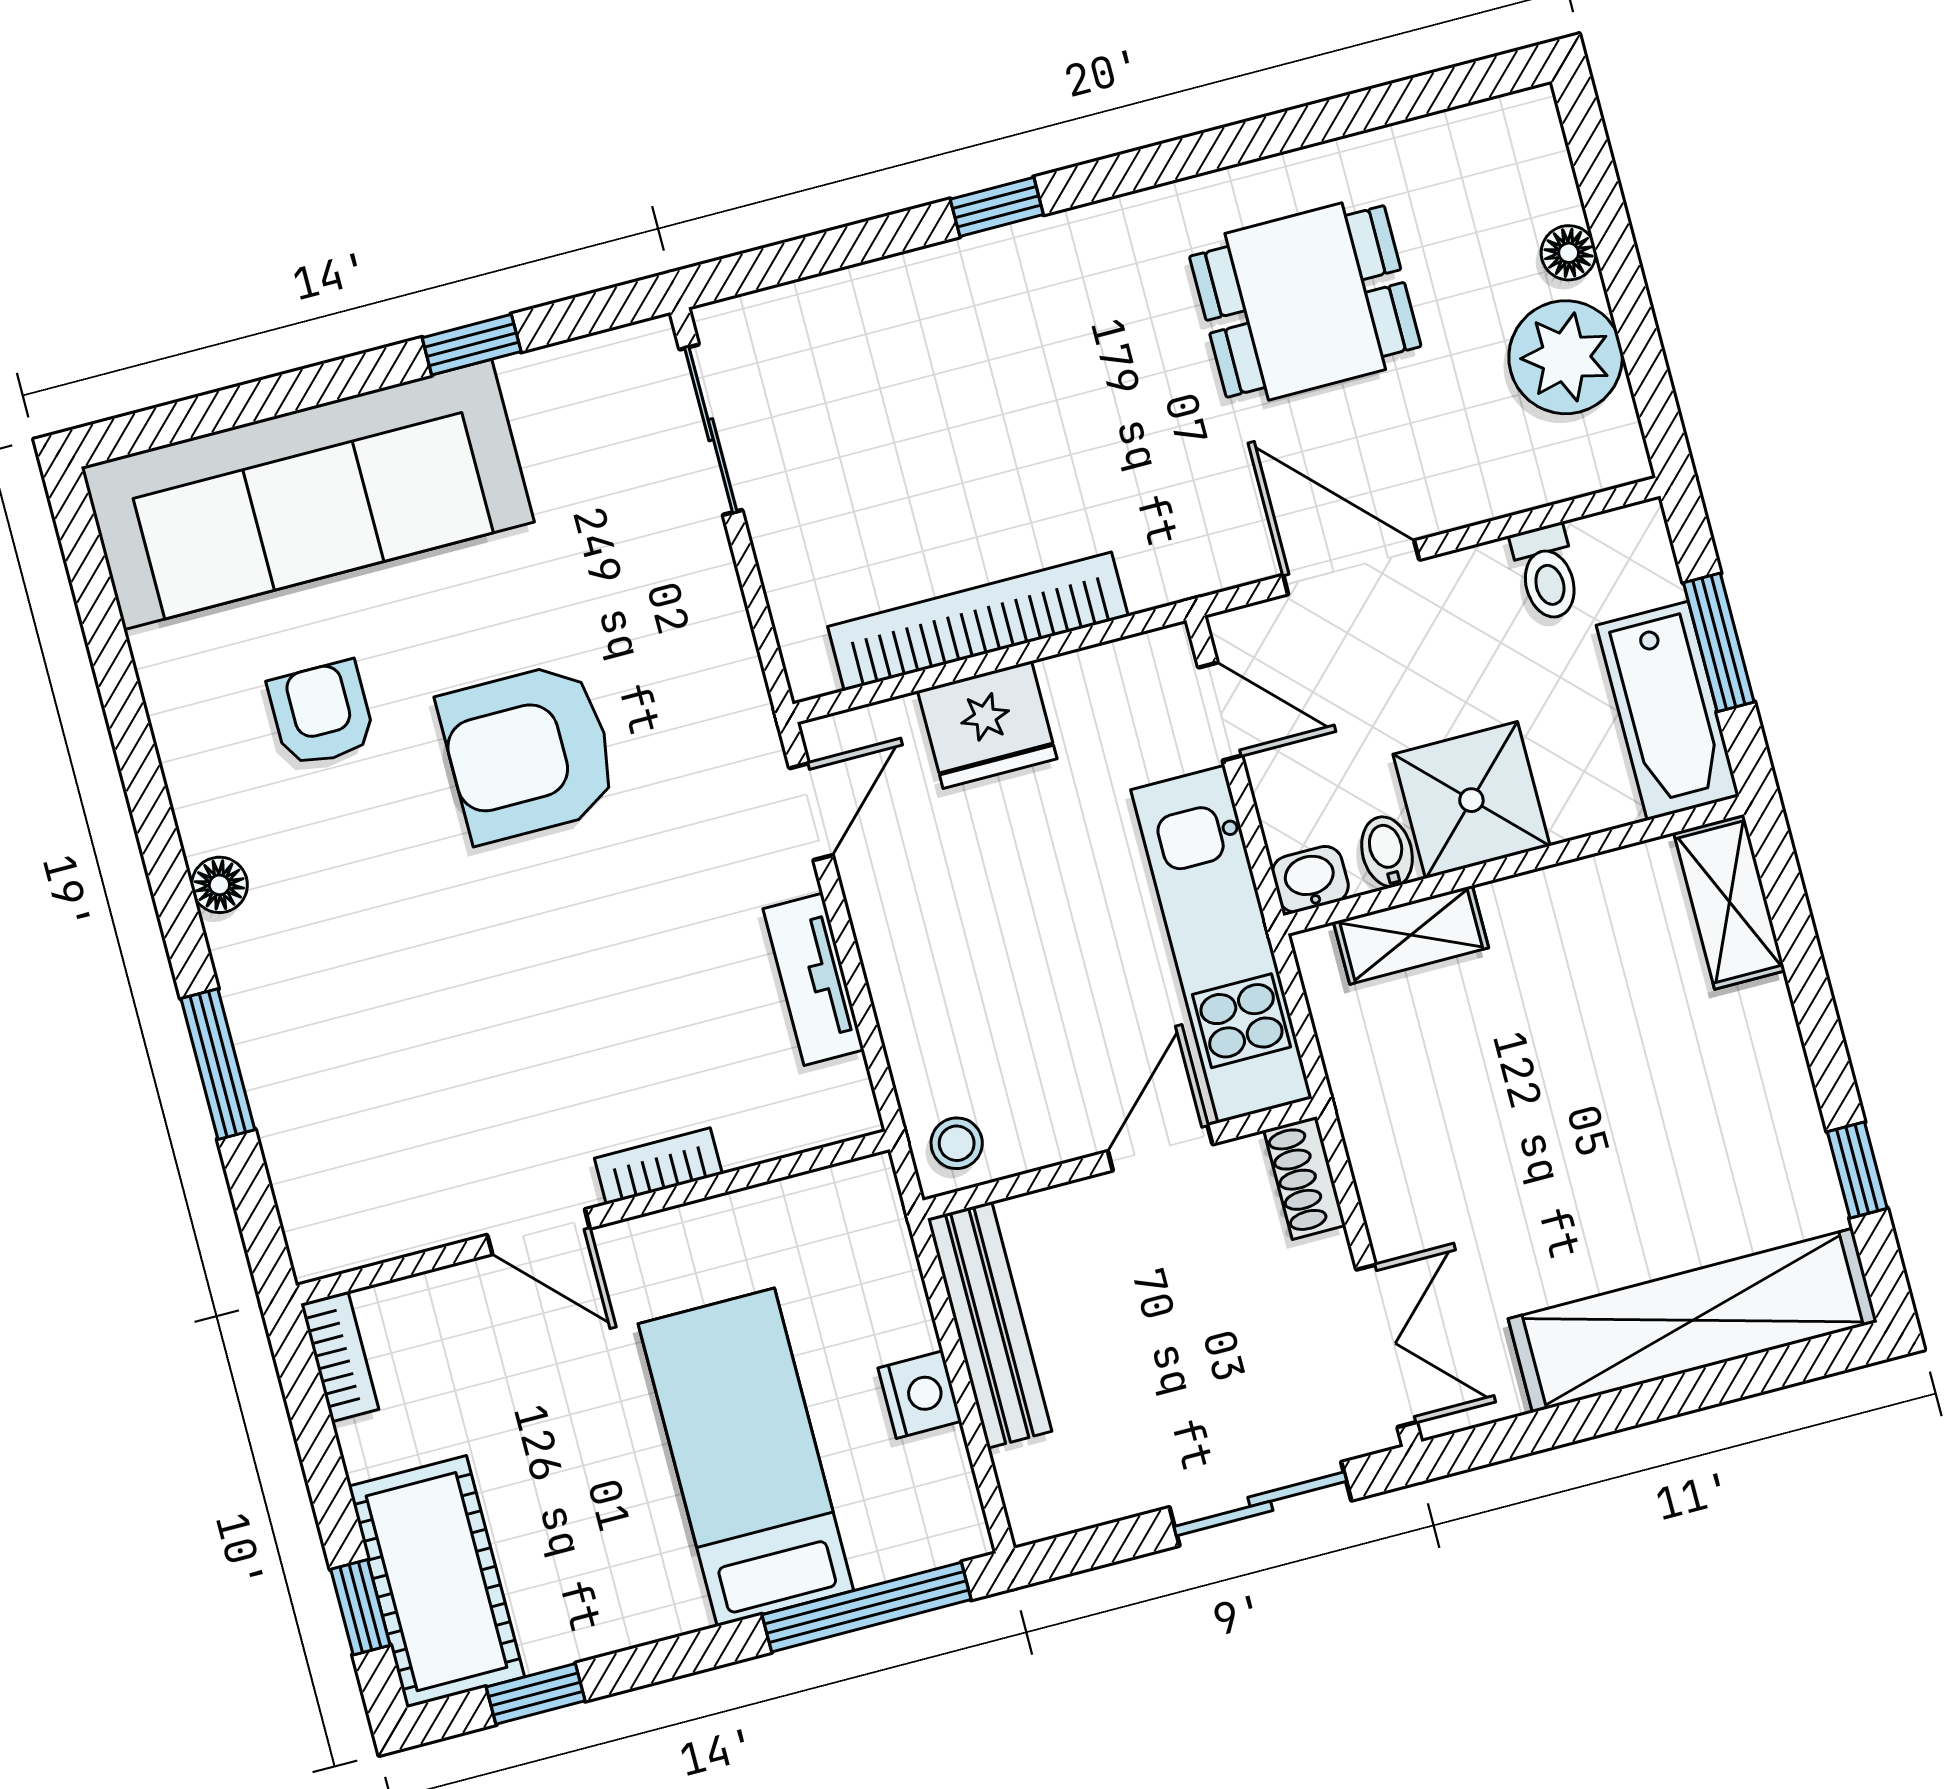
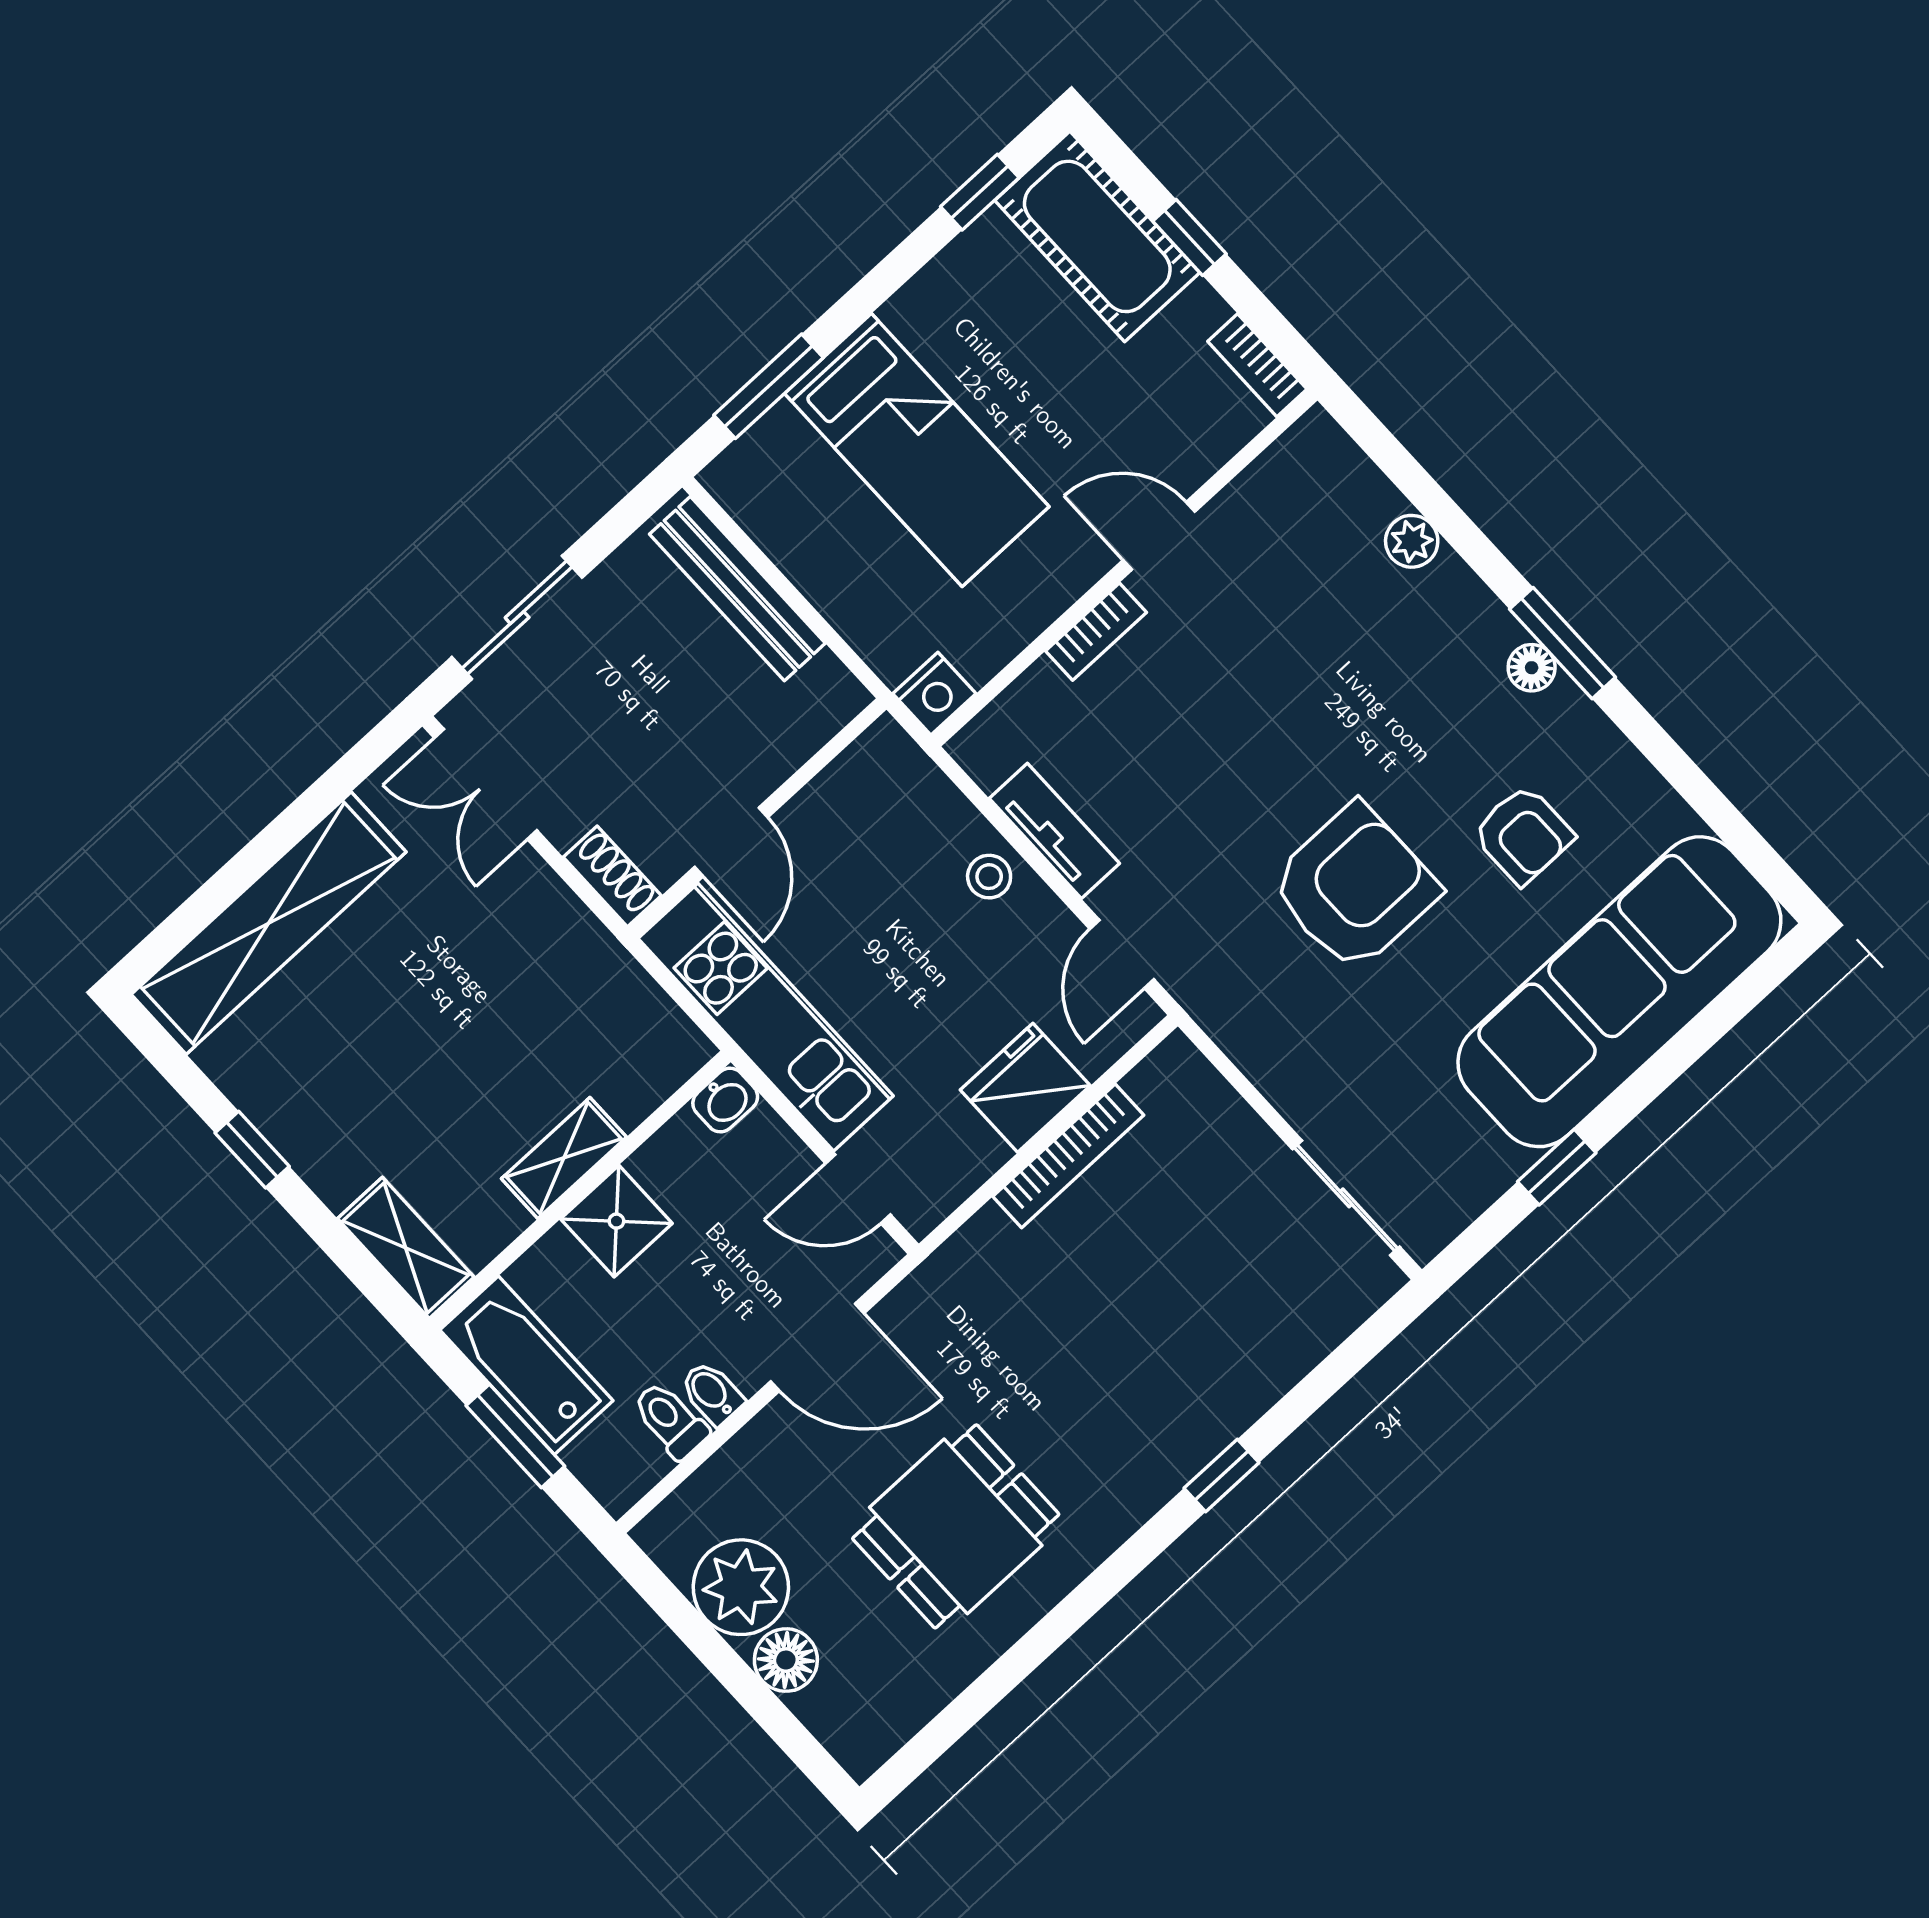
floor lamp: (1569, 253) -> (786, 1660), width x1.37, depth x1.37
bookcase: (978, 621) -> (1068, 1156), width x0.68, depth x0.76
shower: (1471, 800) -> (616, 1221), width x0.73, depth x0.73
bidet: (1387, 852) -> (712, 1393), moved, turned 180
shelving: (1411, 935) -> (564, 1158), moved
window: (218, 1064) -> (1563, 643), moved
plant: (275, 1085) -> (1412, 541), added
stool: (957, 1143) -> (989, 877), moved
window: (1857, 1170) -> (252, 1150), moved
bench: (990, 1325) -> (737, 589), moved
nightstand: (920, 1395) -> (934, 694), moved, turned -90
window: (360, 1607) -> (1189, 237), moved
window: (866, 1607) -> (768, 386), width x0.69

